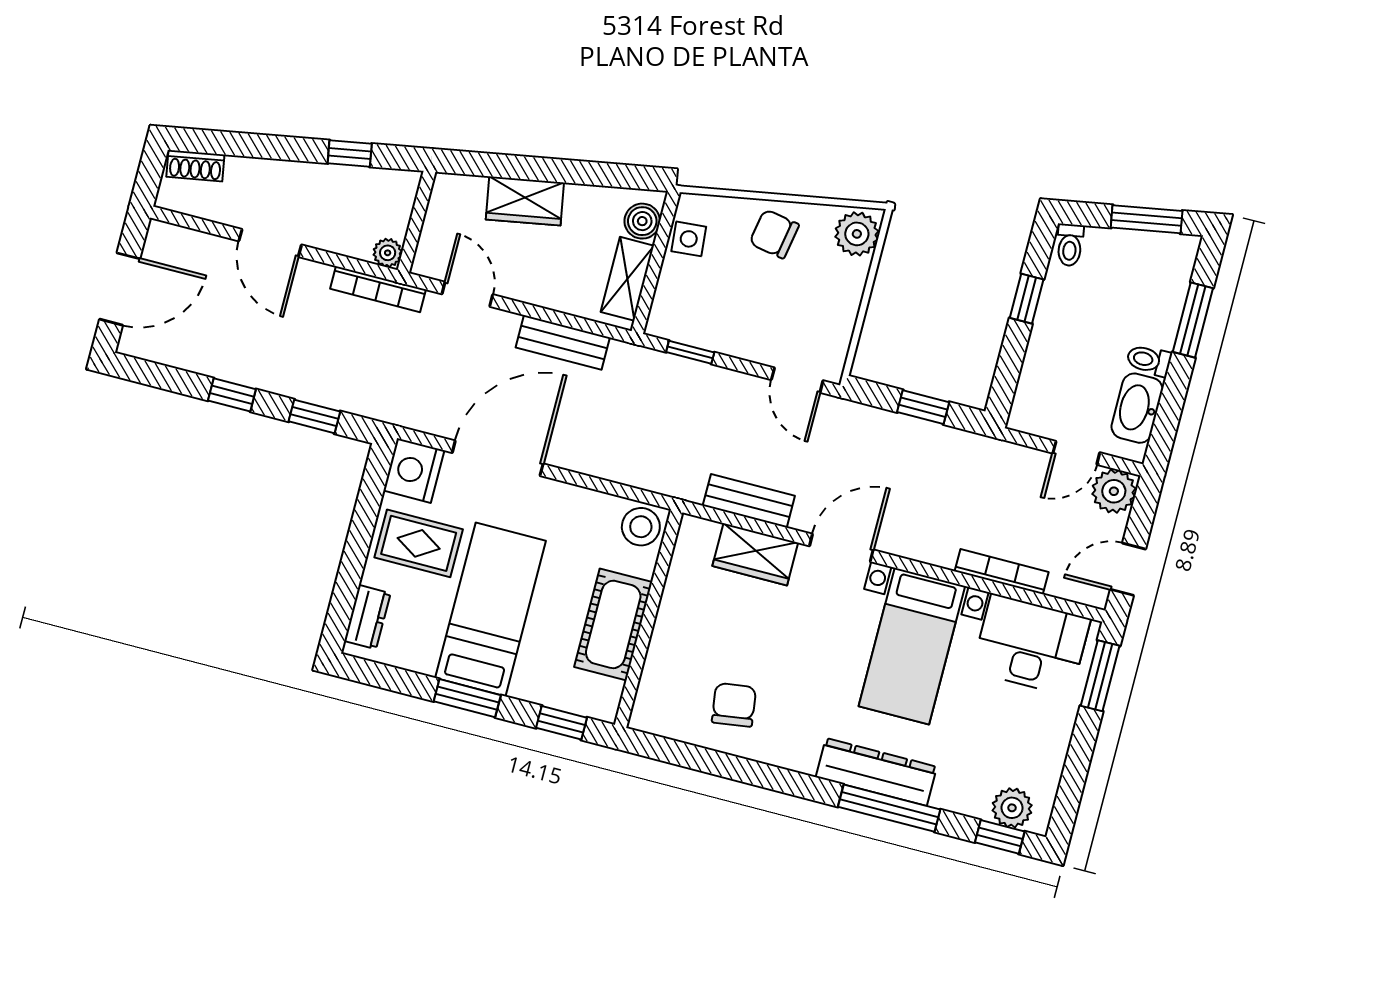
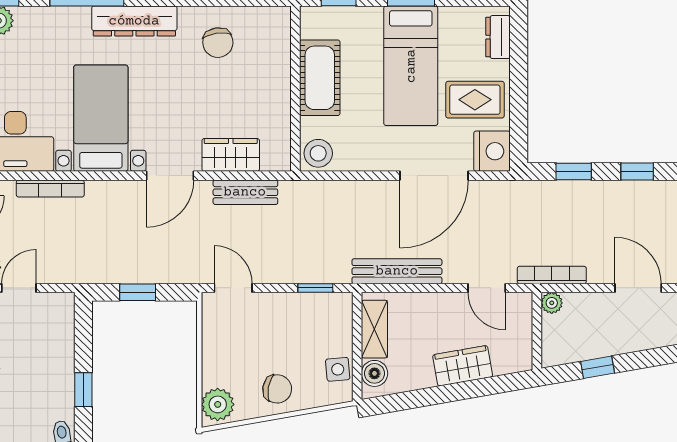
bench: (563, 342) -> (397, 271), width x1.36
dresser: (876, 772) -> (134, 21), moved

